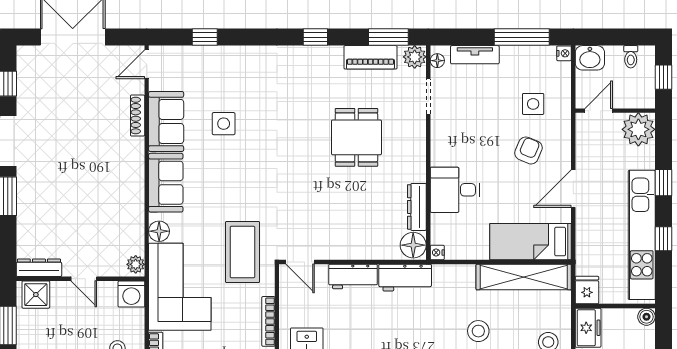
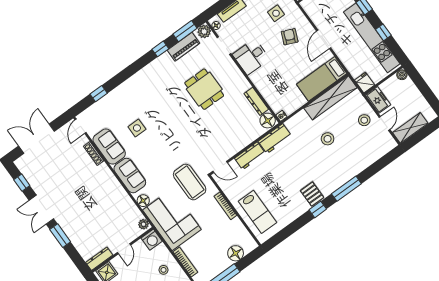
window: (315, 37) -> (160, 49), moved
desk: (455, 190) -> (251, 57), moved
door: (84, 279) -> (124, 249), hinge flipped

